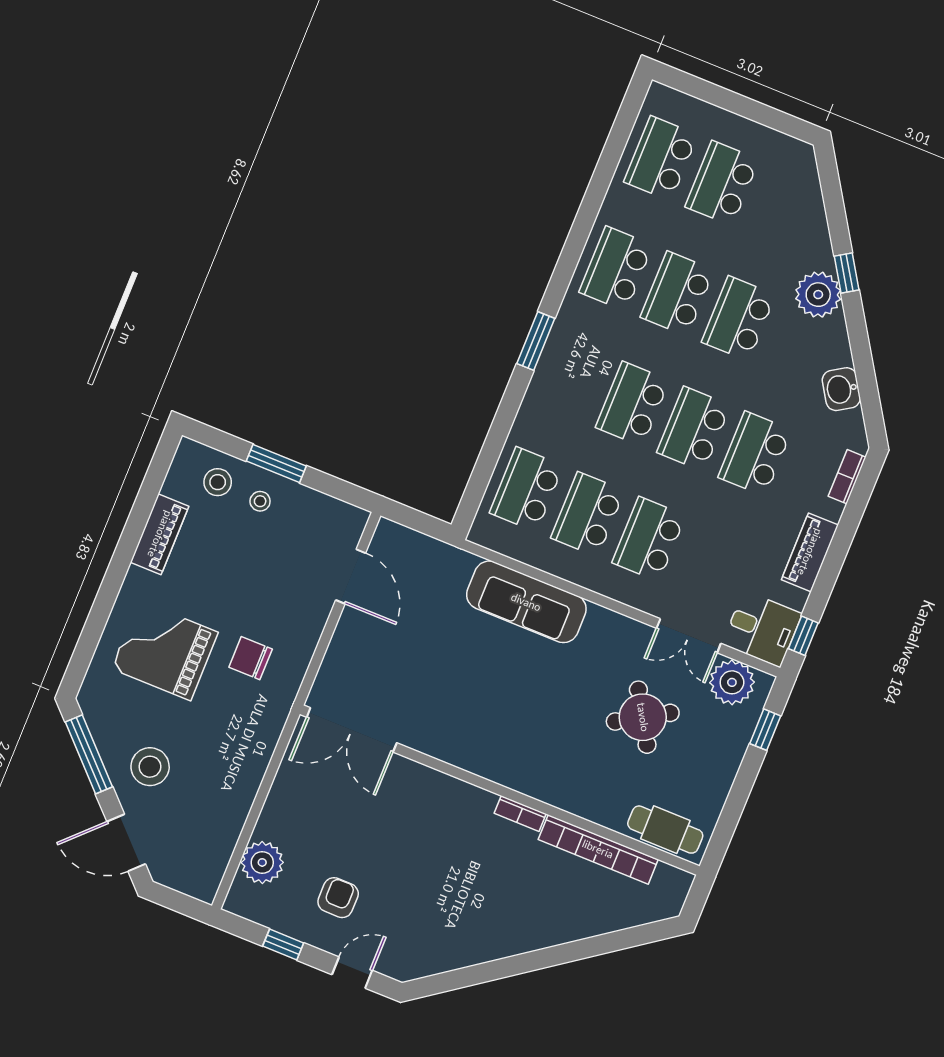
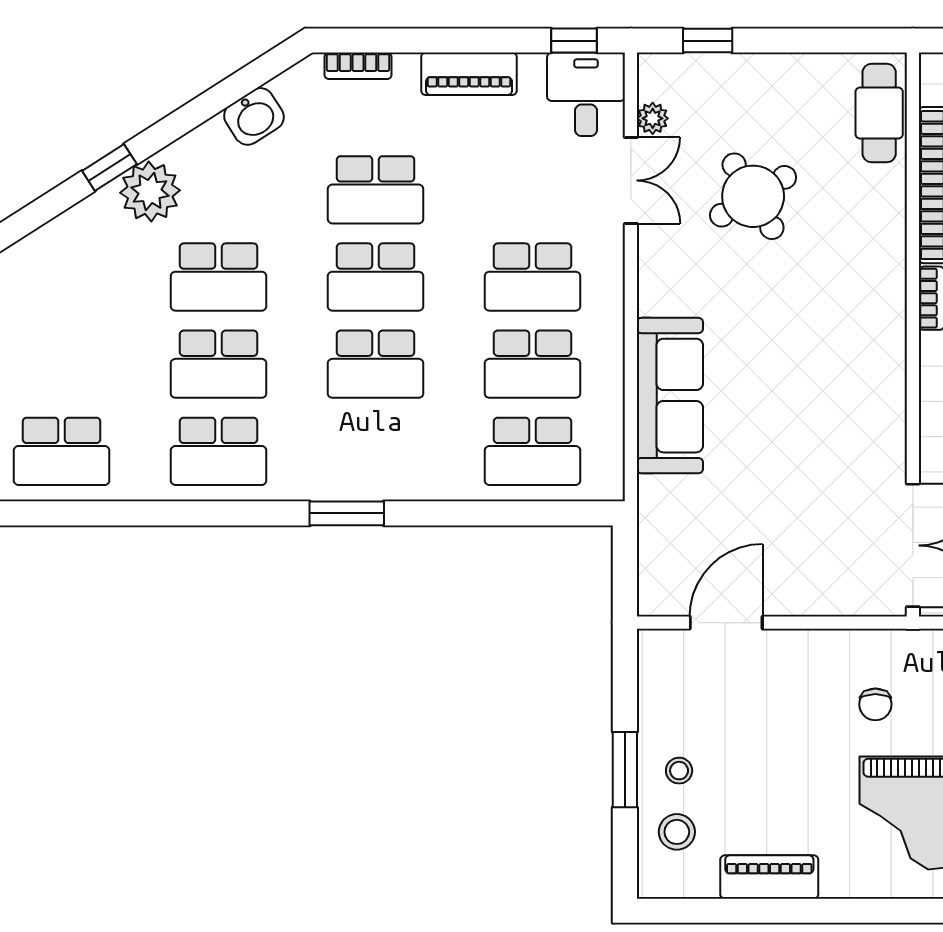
school desk: (722, 183) -> (62, 364), removed
chair: (251, 658) -> (875, 704), width x0.73, depth x0.73
plant: (732, 682) -> (653, 118), width x0.53, depth x0.53

